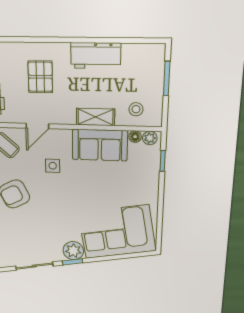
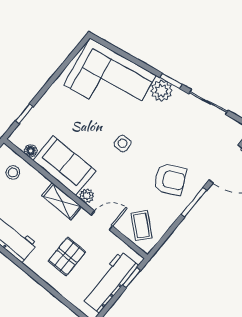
shelving: (96, 117) -> (62, 201), moved
plant: (150, 138) -> (87, 196), moved
side table: (53, 166) -> (123, 143), moved

